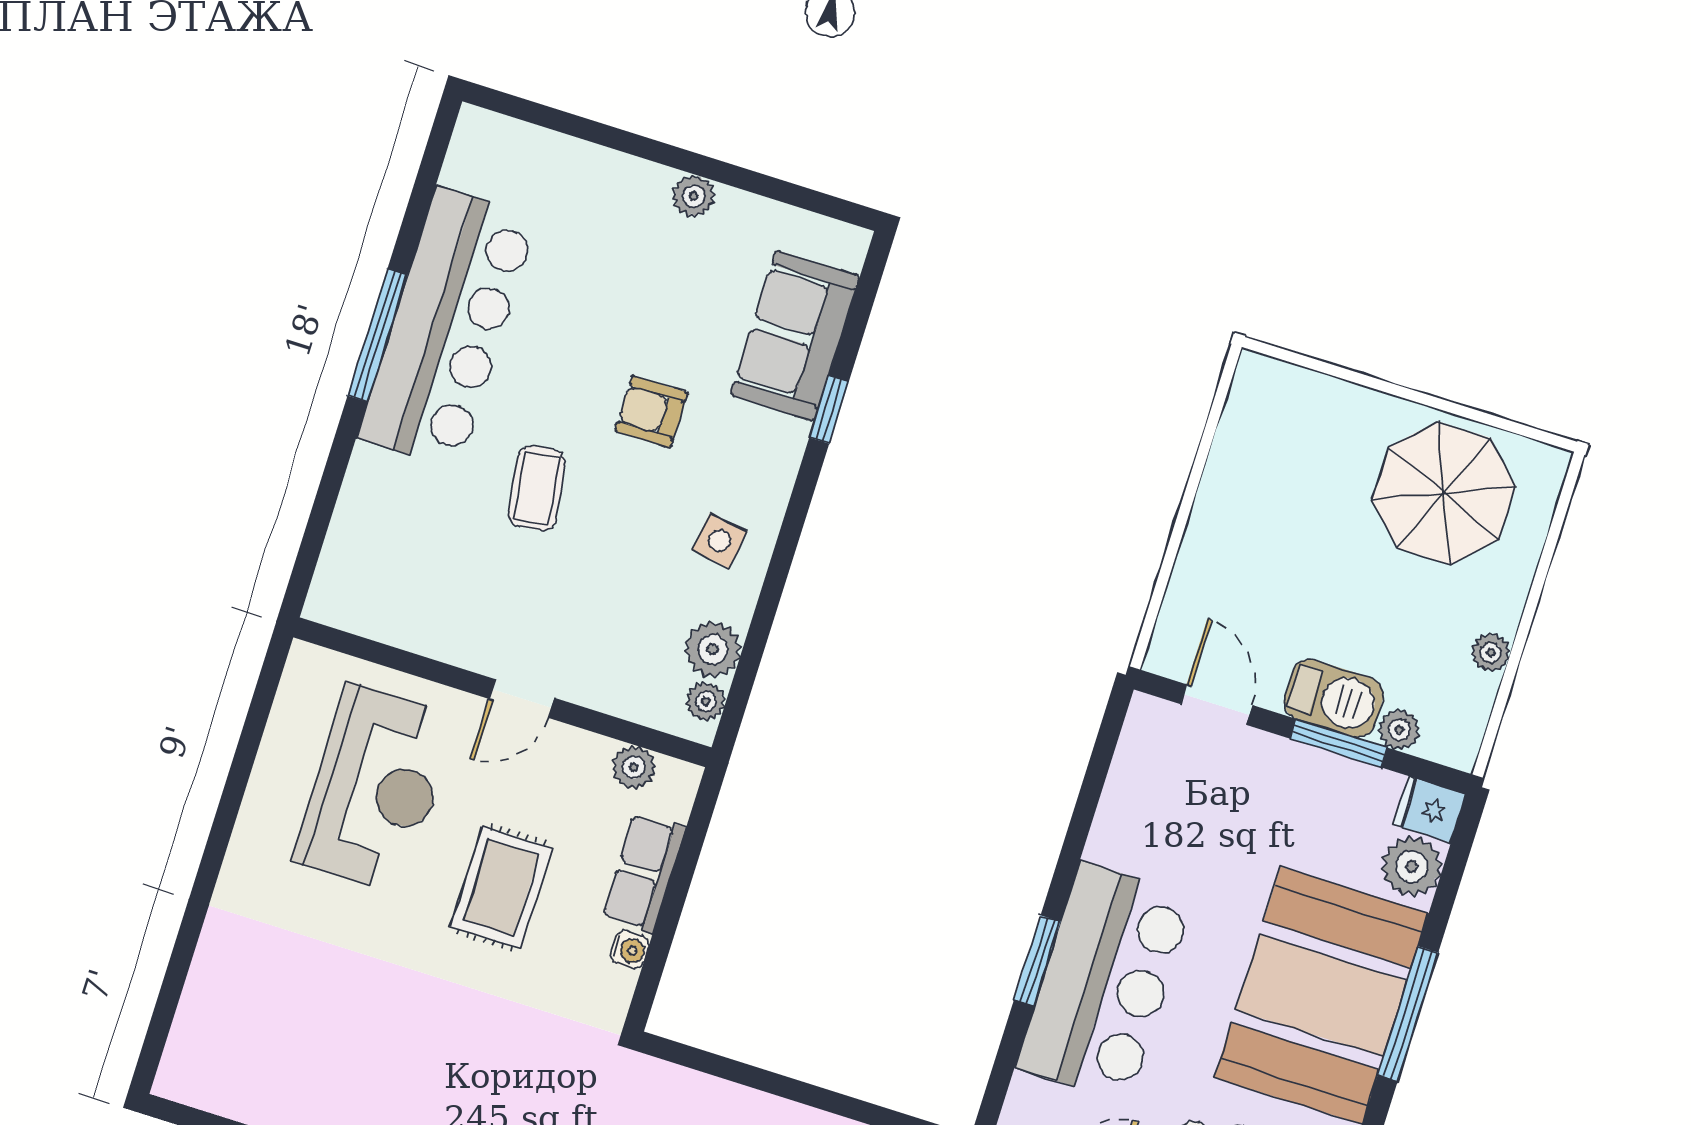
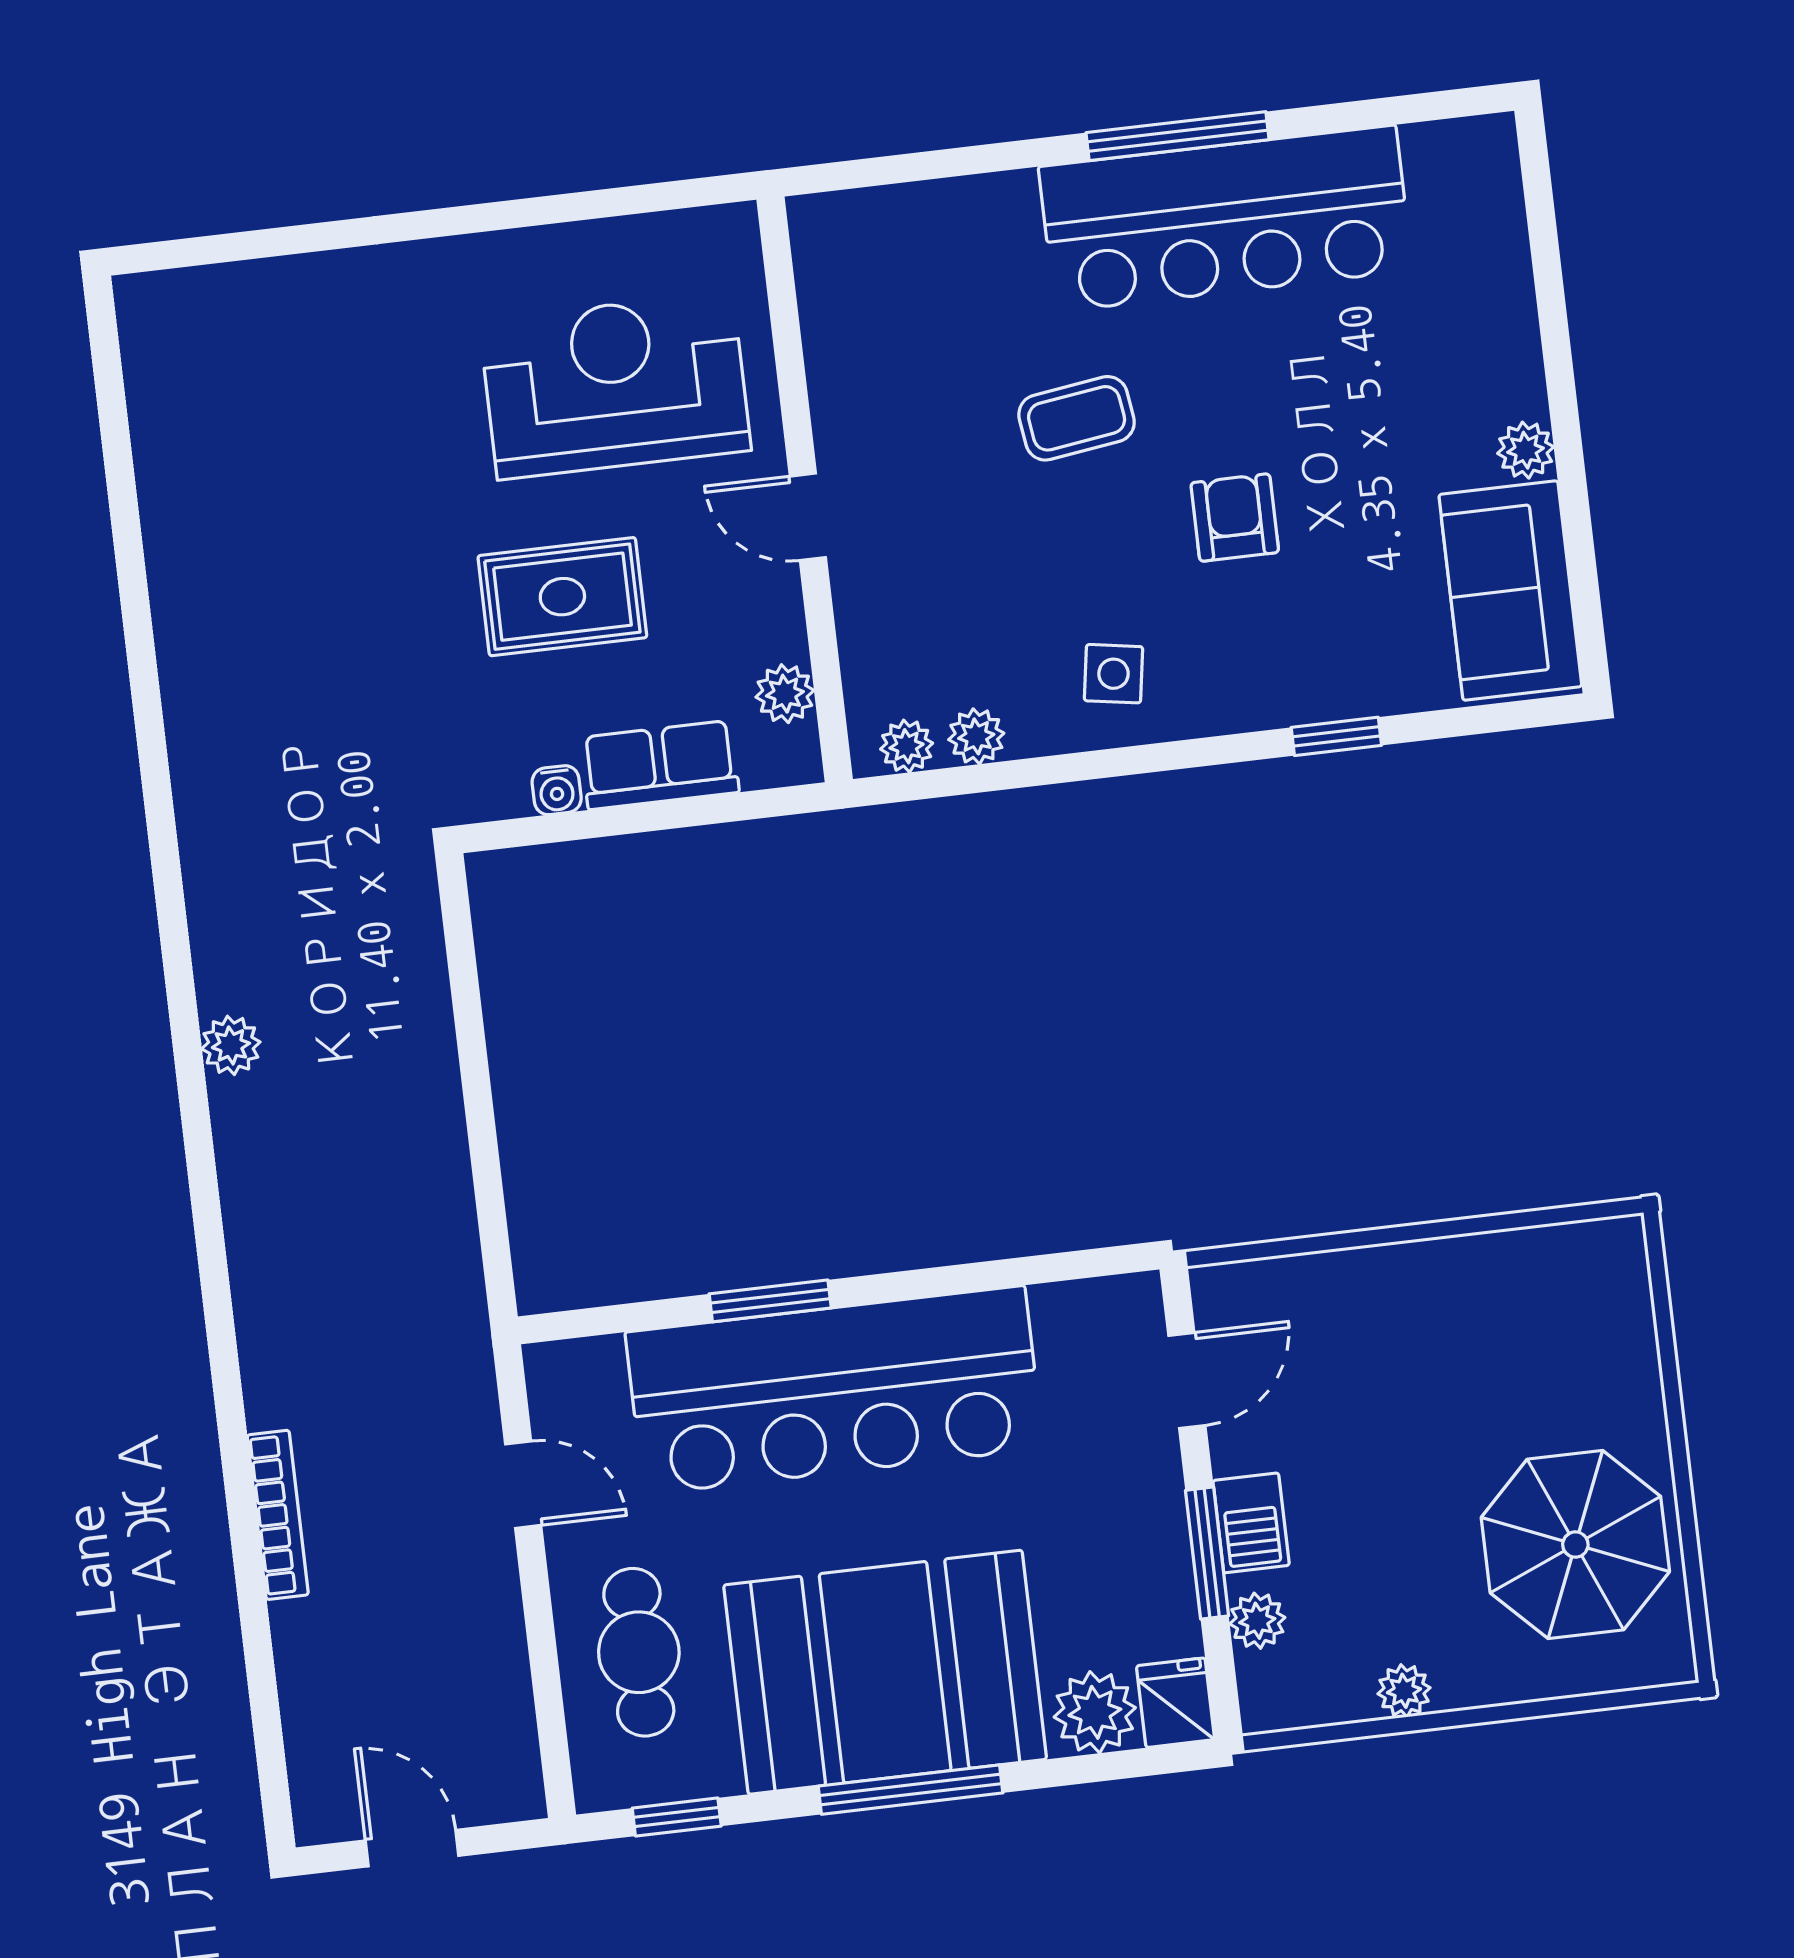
sofa: (795, 336) -> (1510, 591), moved, turned -90
plant: (713, 649) -> (976, 736), width x0.73, depth x0.73
barbecue: (1334, 698) -> (1251, 1523), width x0.73, depth x0.79
reception desk: (375, 788) -> (615, 385), turned 180
bar counter: (1105, 982) -> (834, 1390), width x1.36

